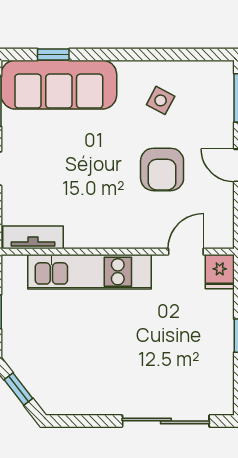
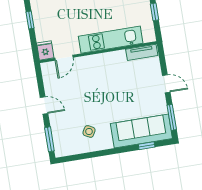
armchair: (162, 169) -> (83, 97), removed

